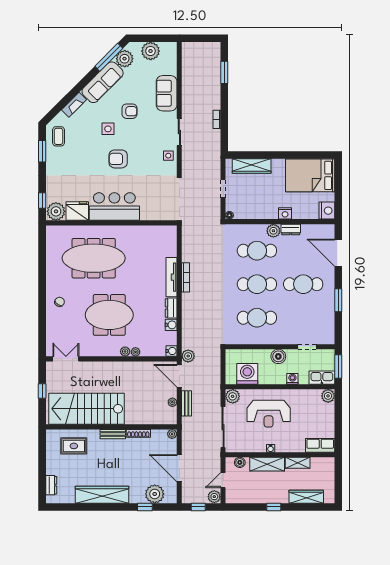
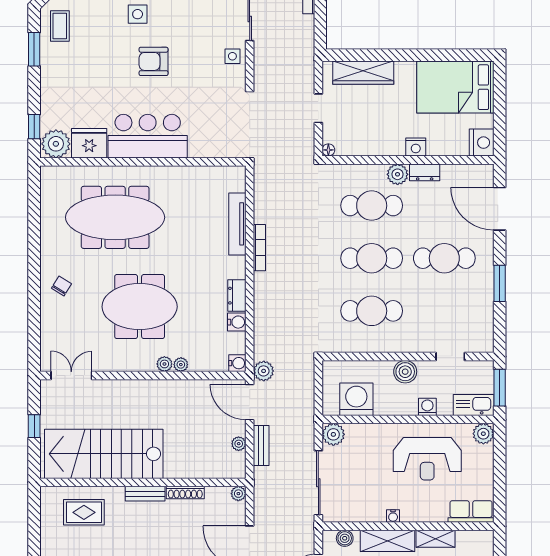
tv unit: (172, 277) -> (237, 224), moved
reception desk: (269, 414) -> (427, 459), moved

